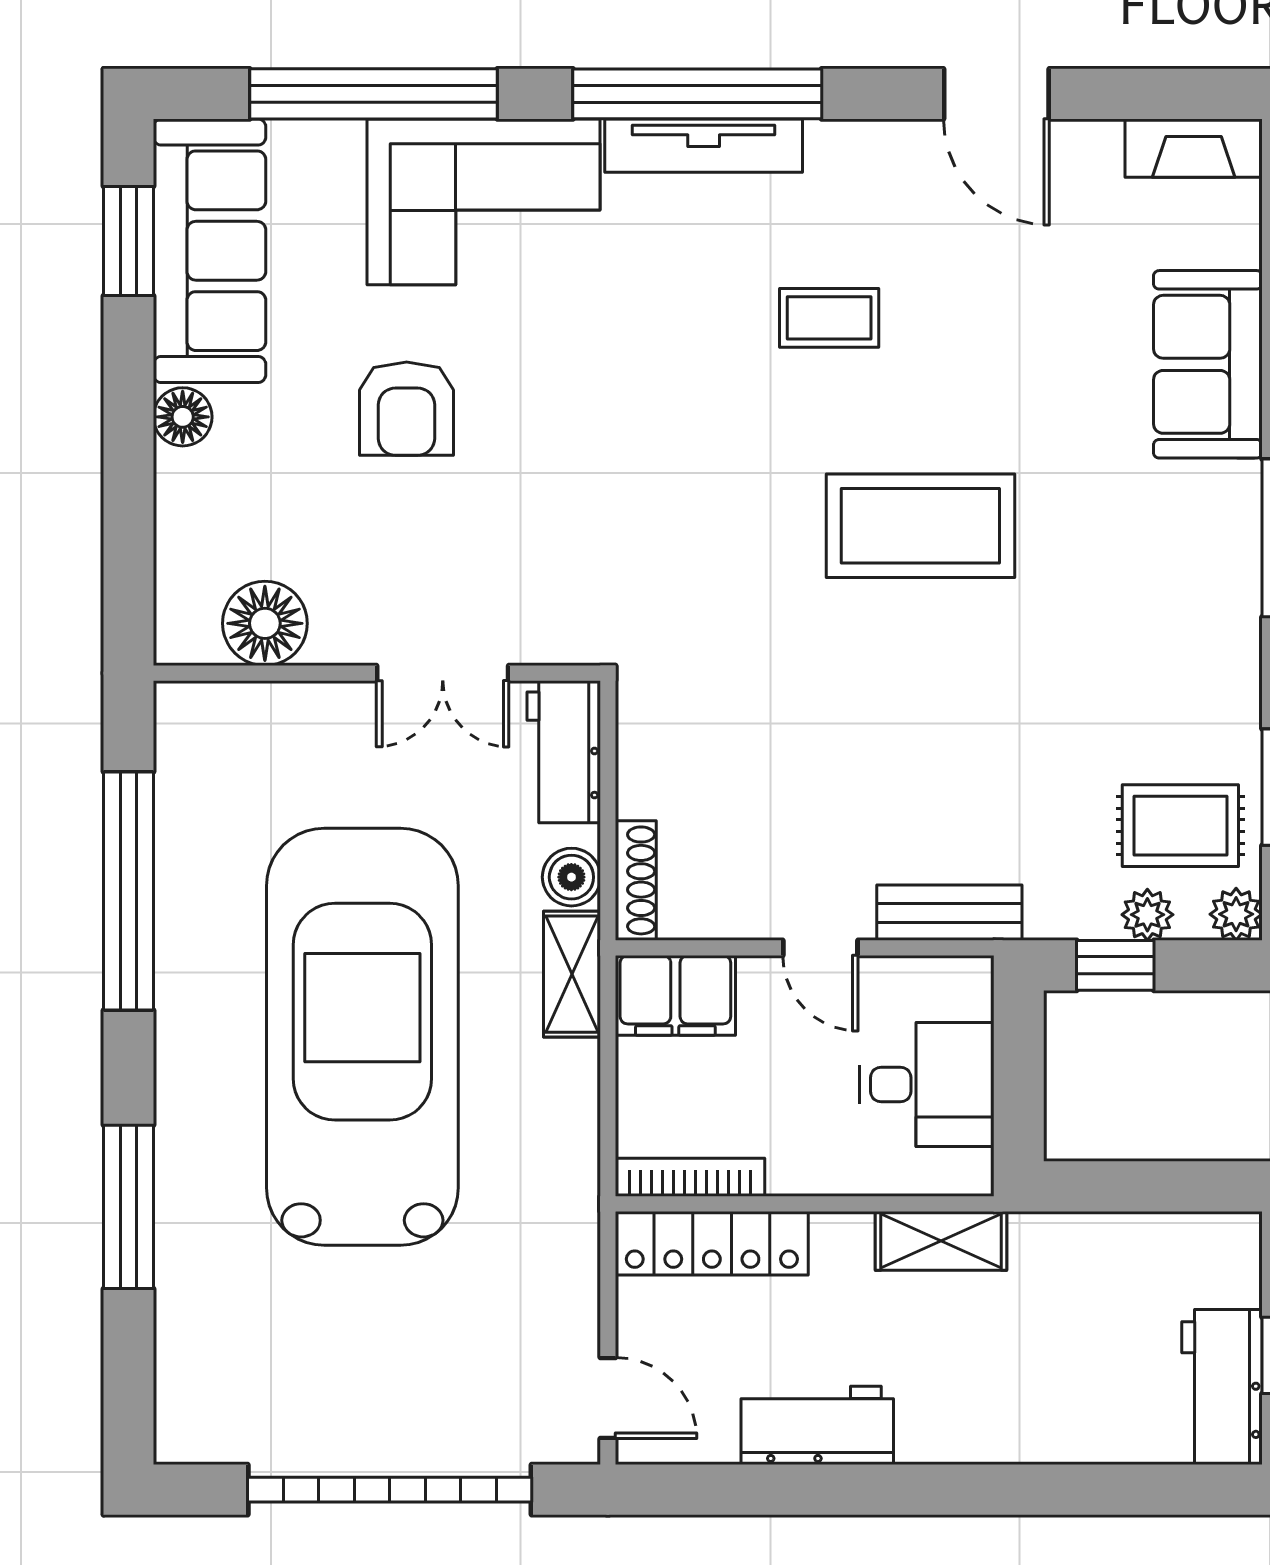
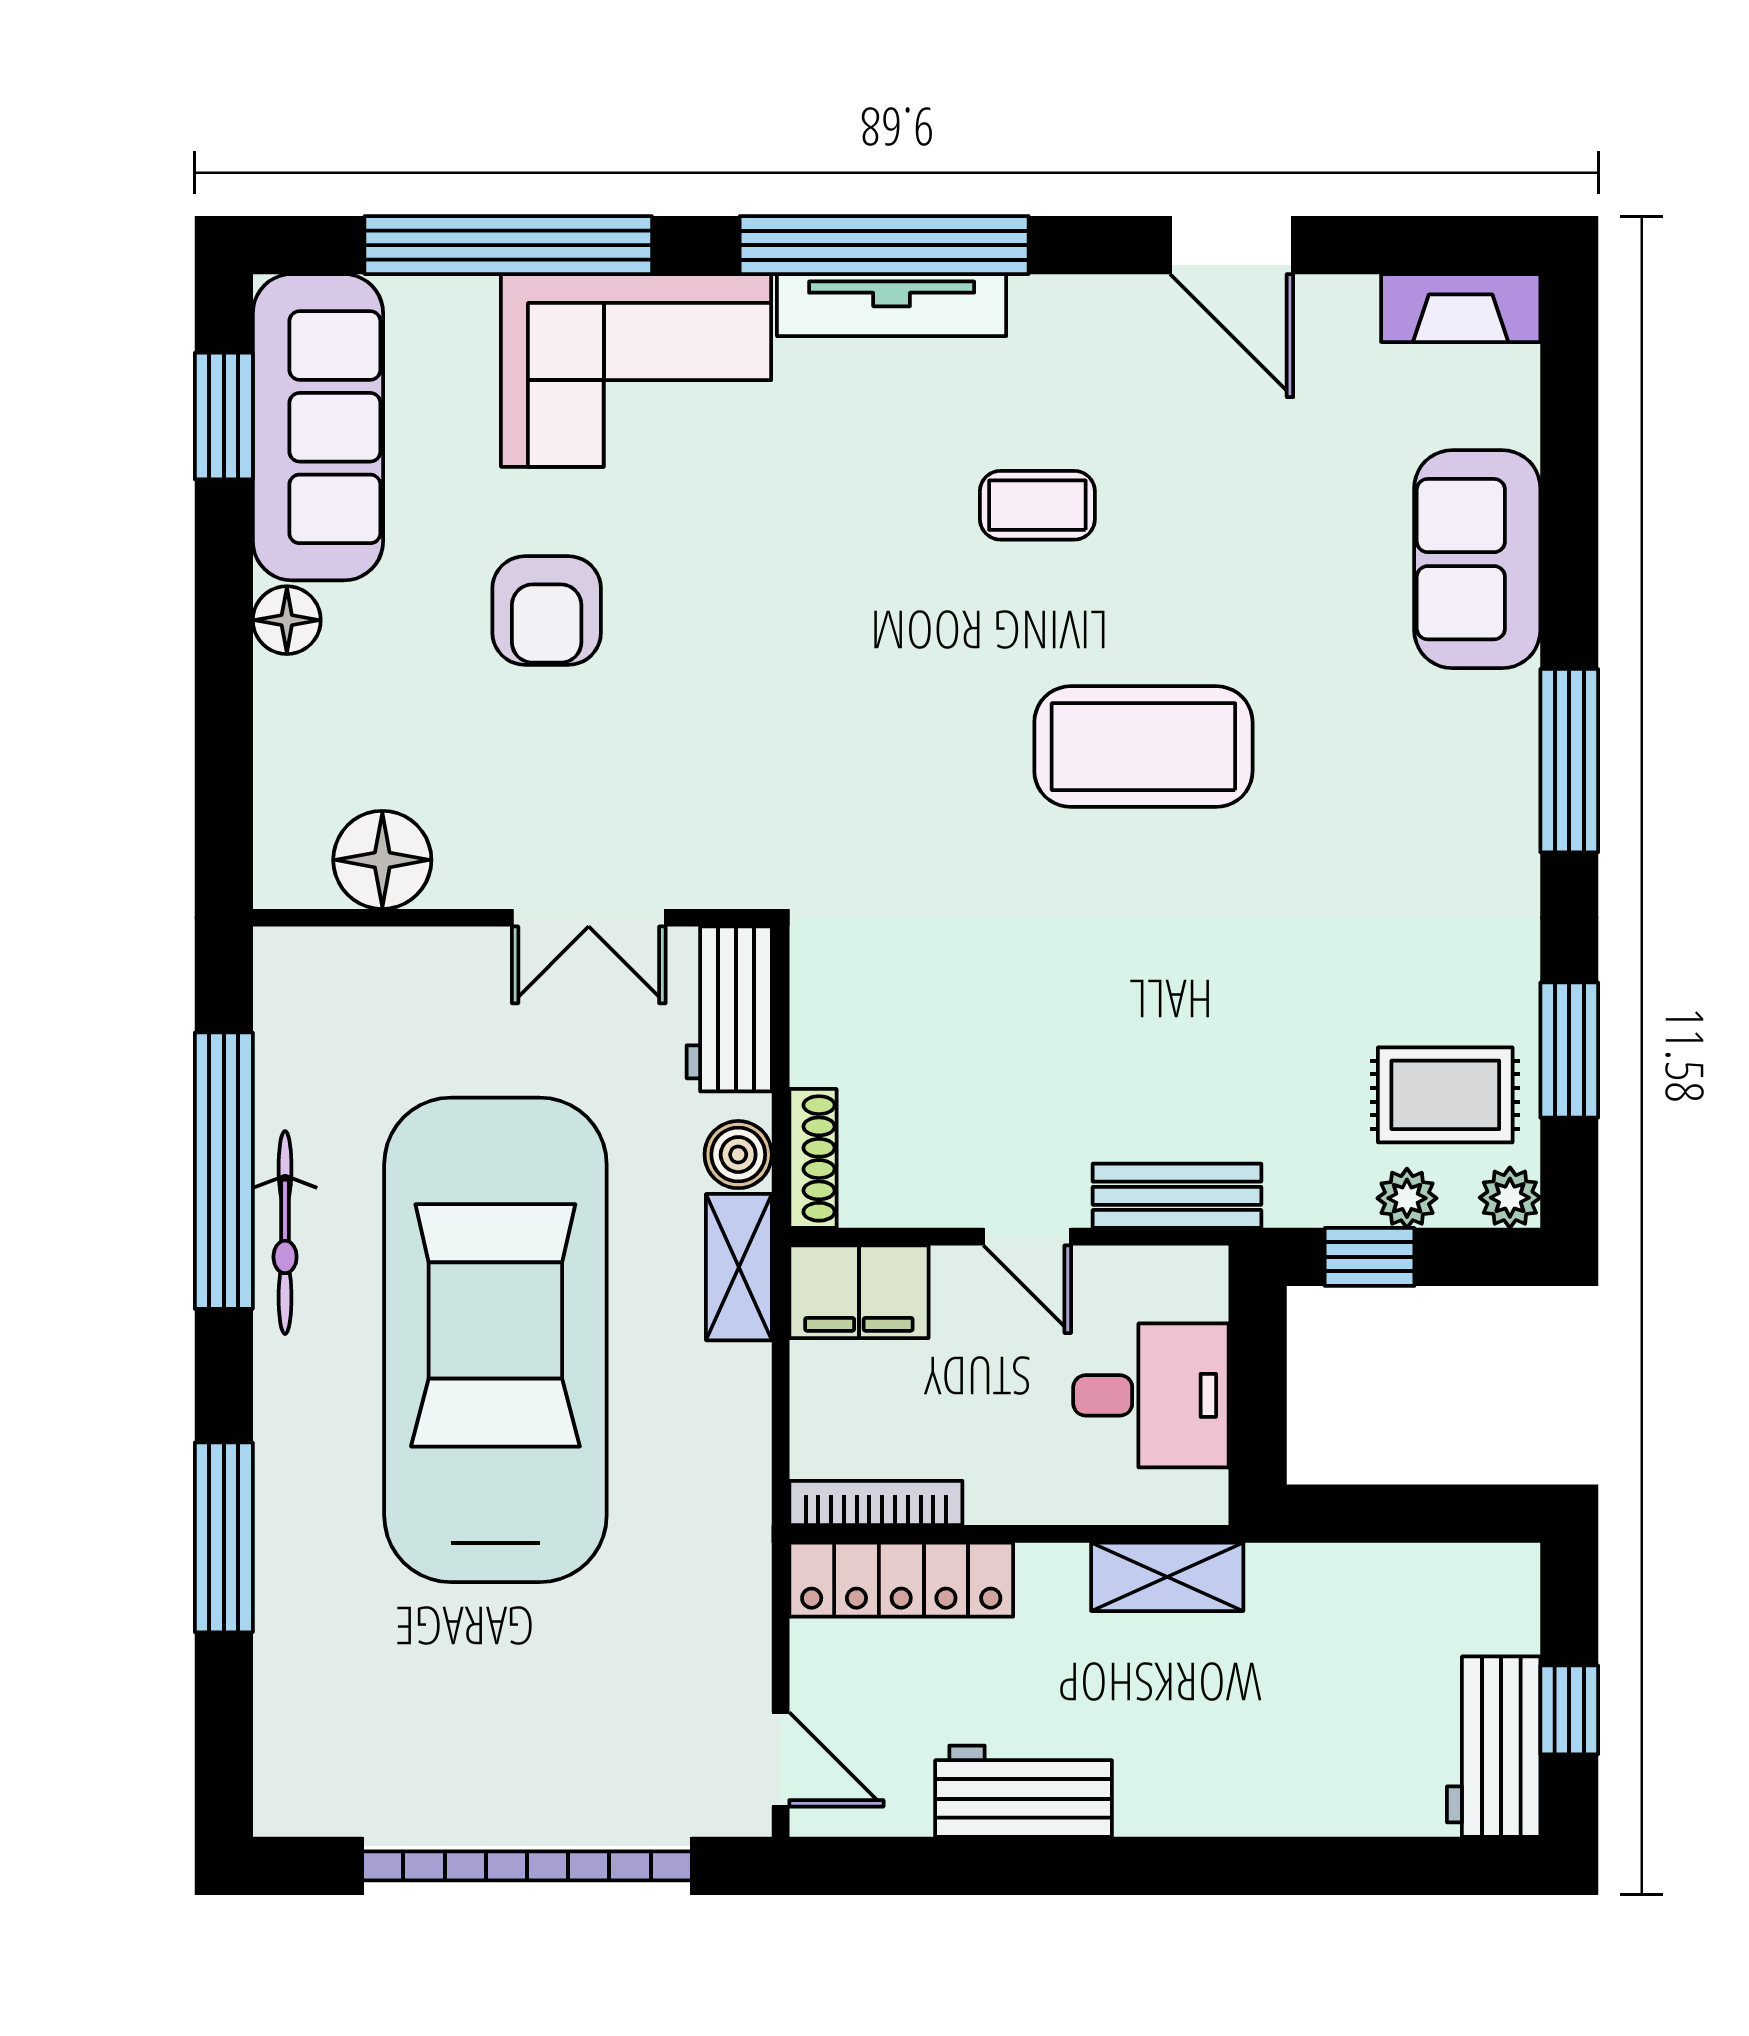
bicycle: (181, 944) -> (285, 1233), added

